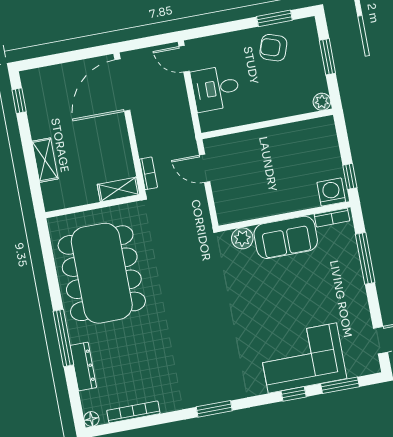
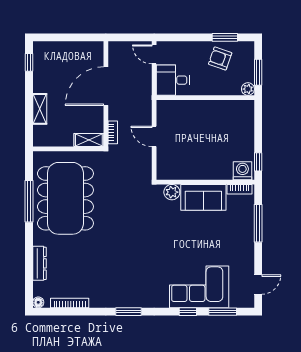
door: (122, 85) -> (106, 86), moved
plant: (322, 102) -> (248, 89), moved
wall: (267, 124) -> (205, 98), moved
window: (63, 338) -> (29, 201), moved

